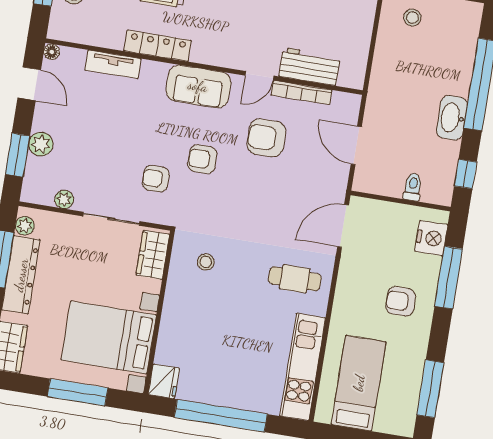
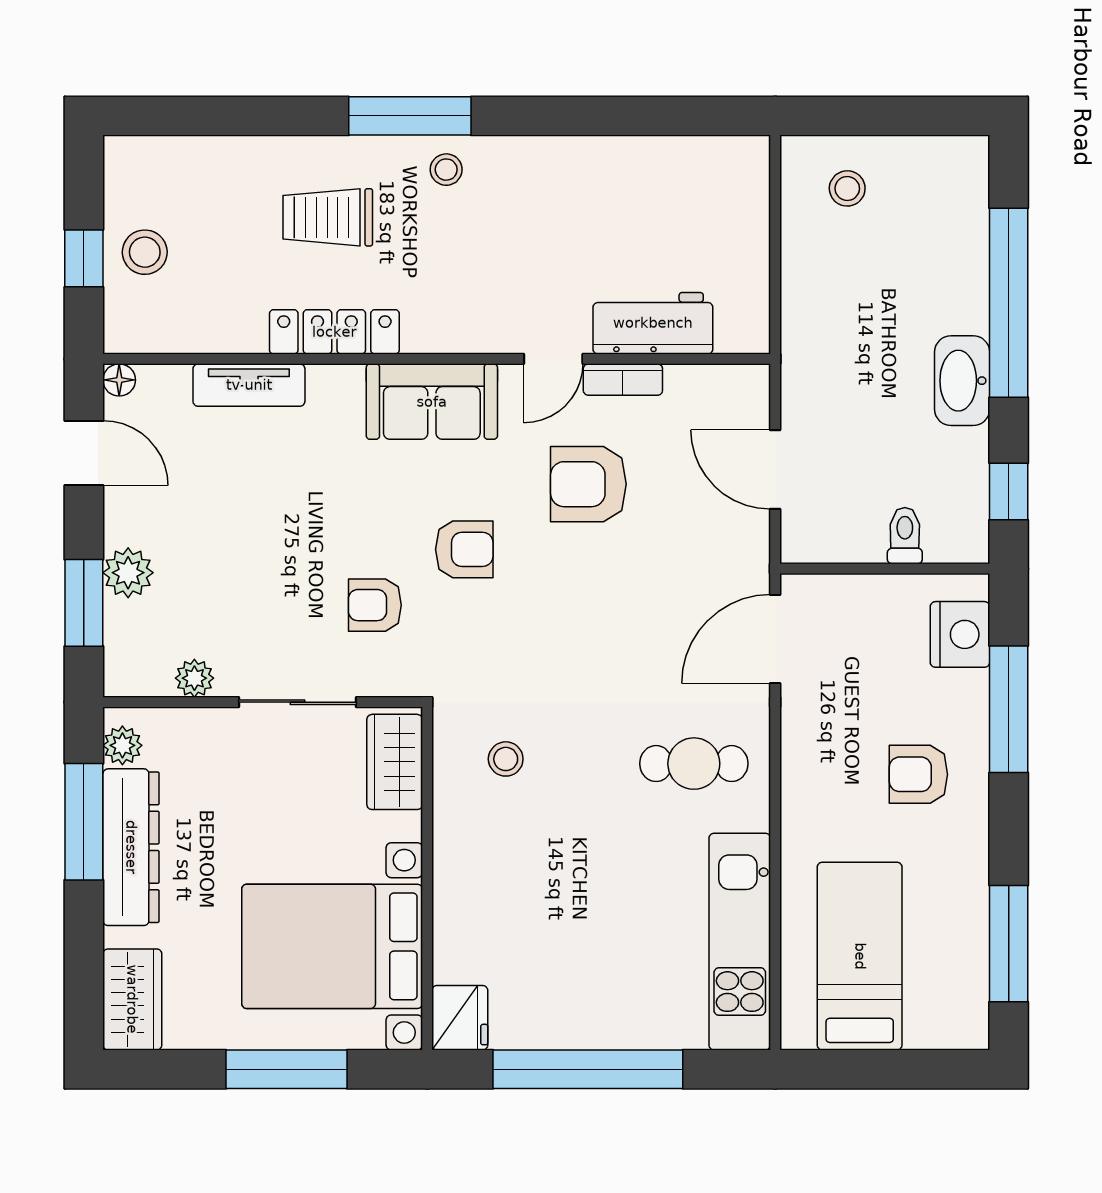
bookcase: (302, 93) -> (623, 380), width x0.64
armchair: (202, 159) -> (464, 549), turned 180

